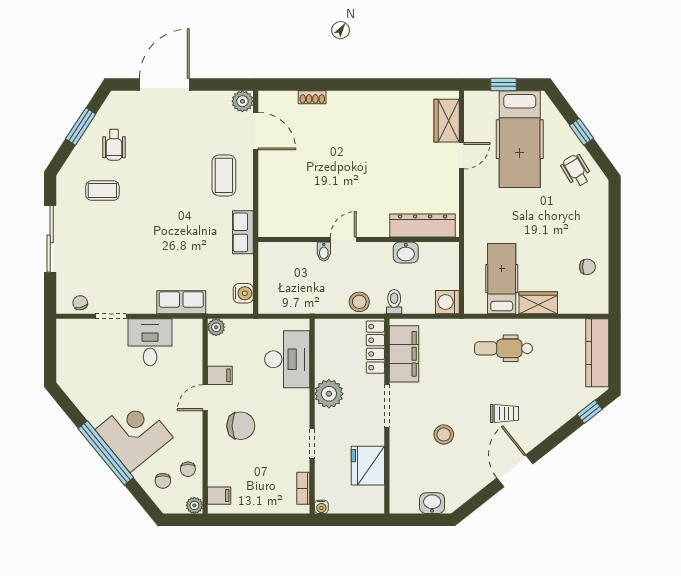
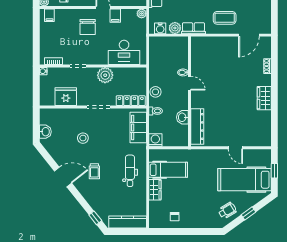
plant: (242, 101) -> (175, 28), moved
wardrobe: (447, 121) -> (264, 98), moved, turned -90
filing cabinet: (404, 354) -> (138, 127), moved, turned 90

